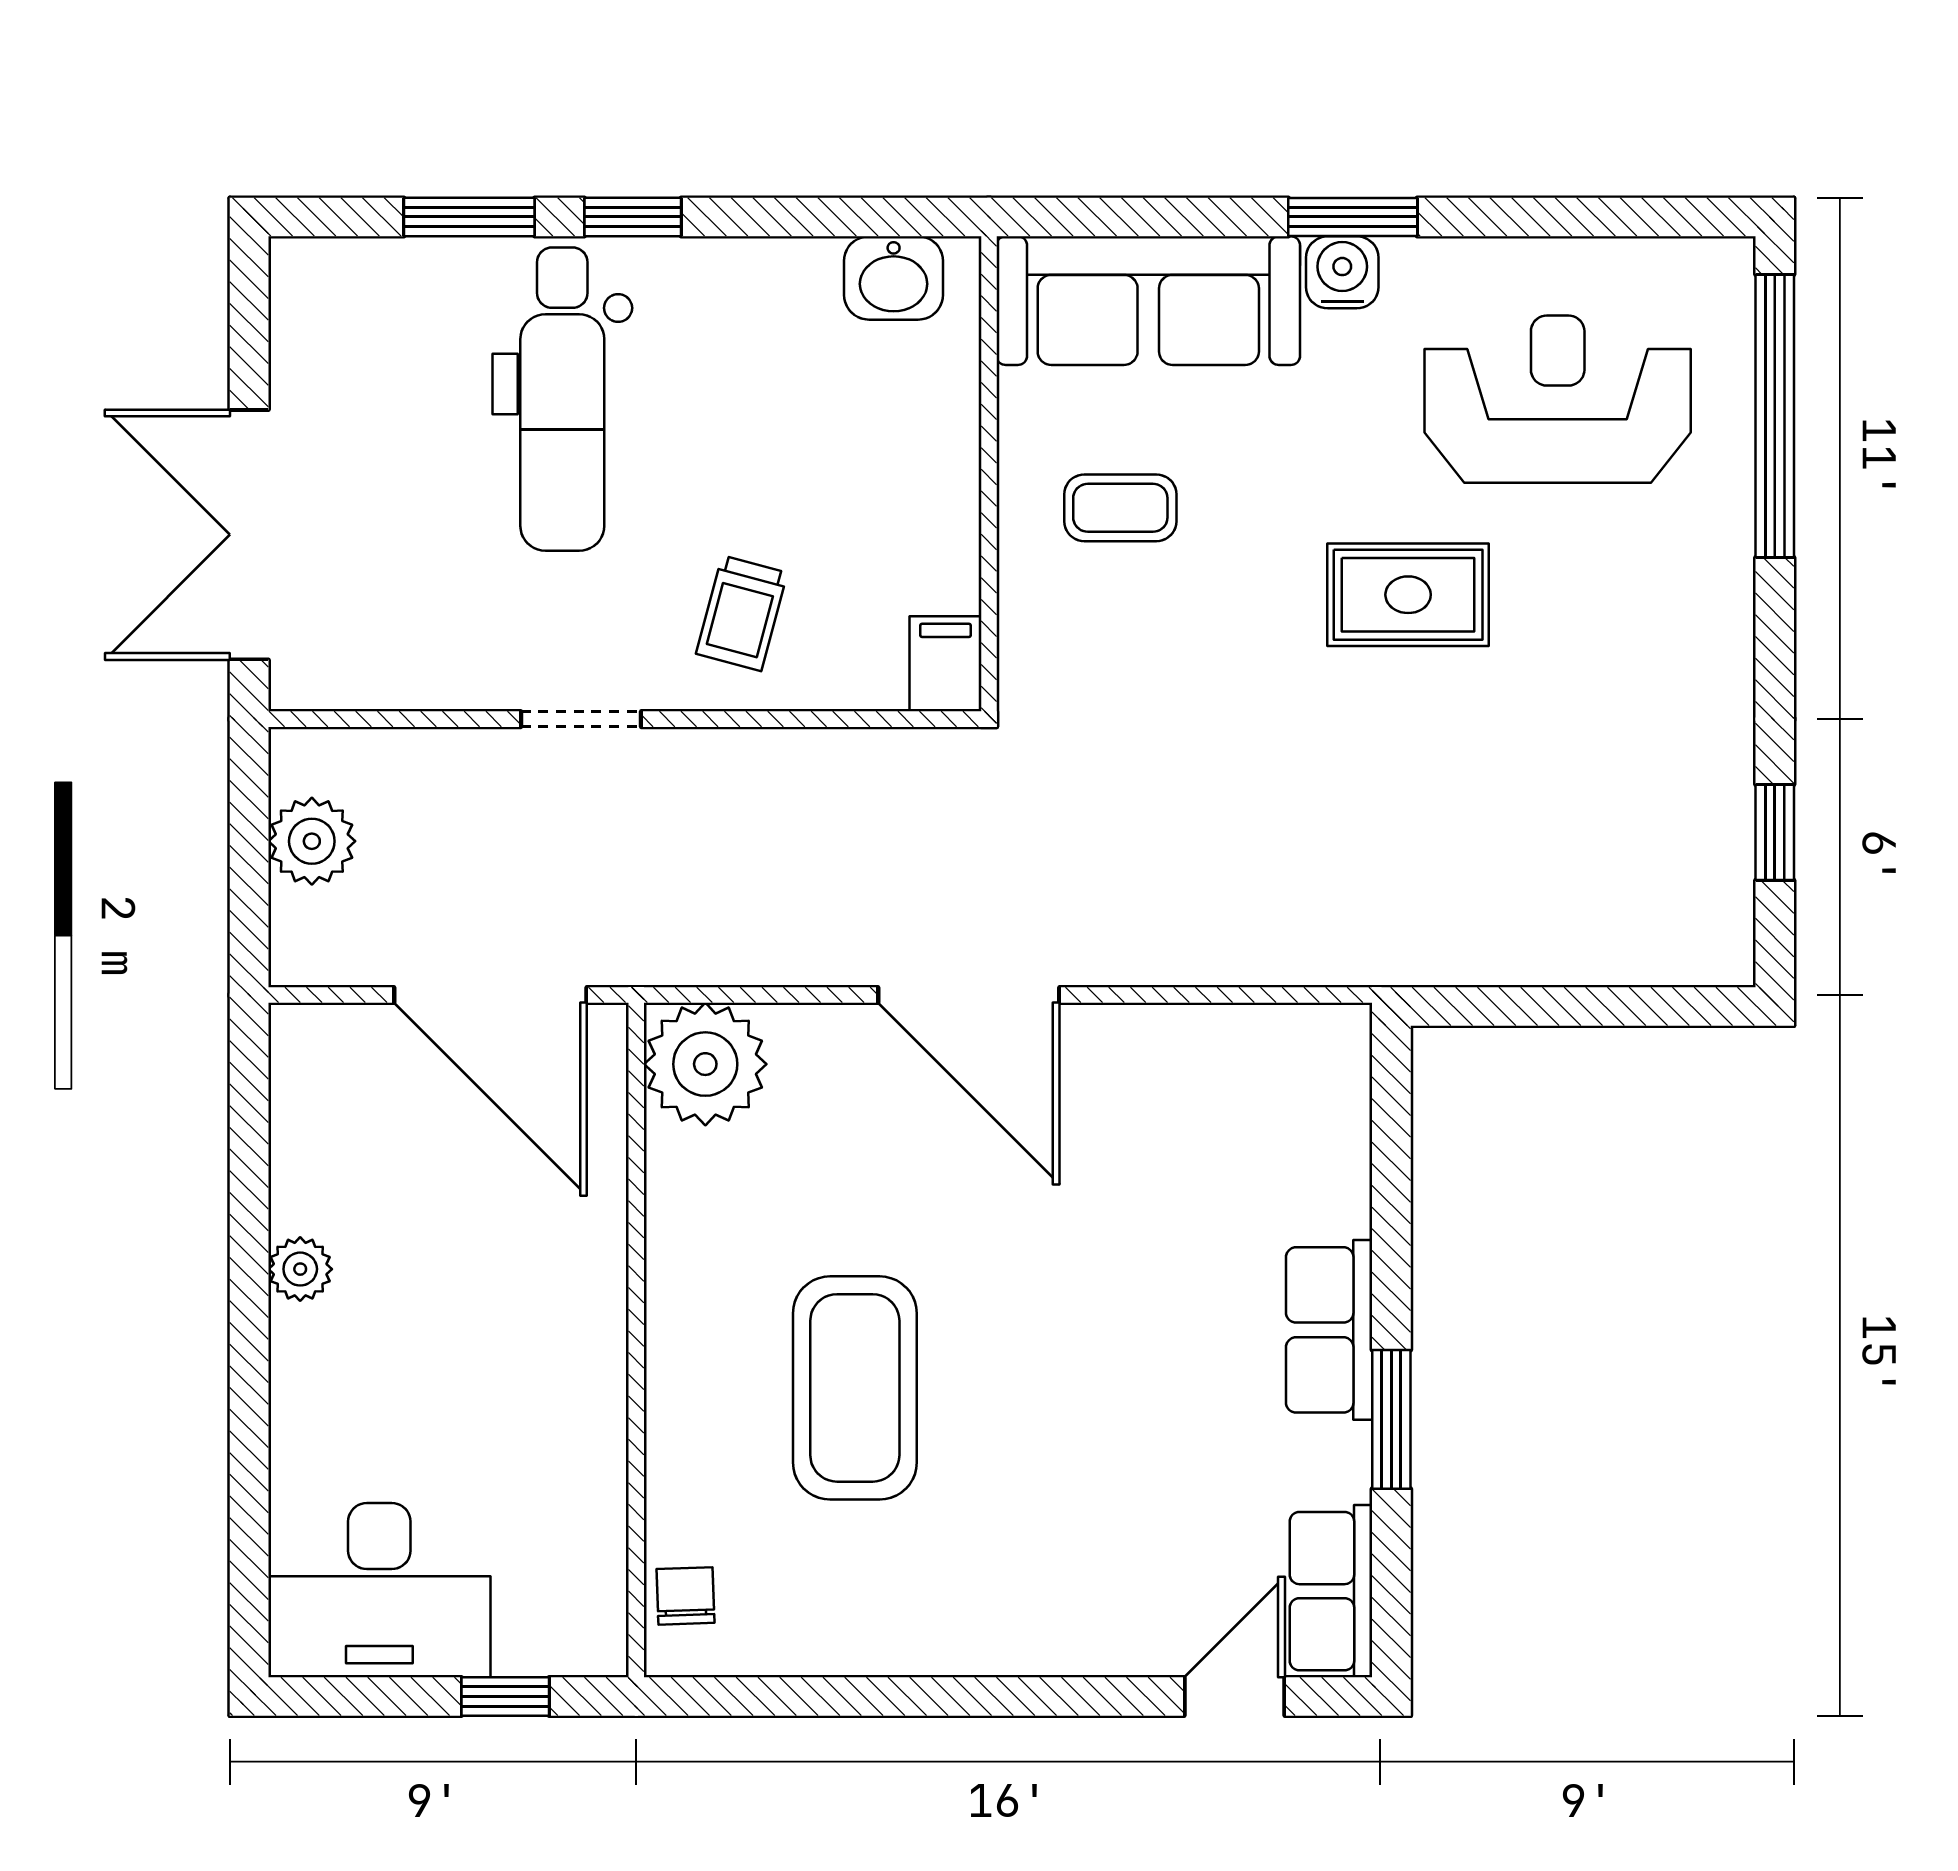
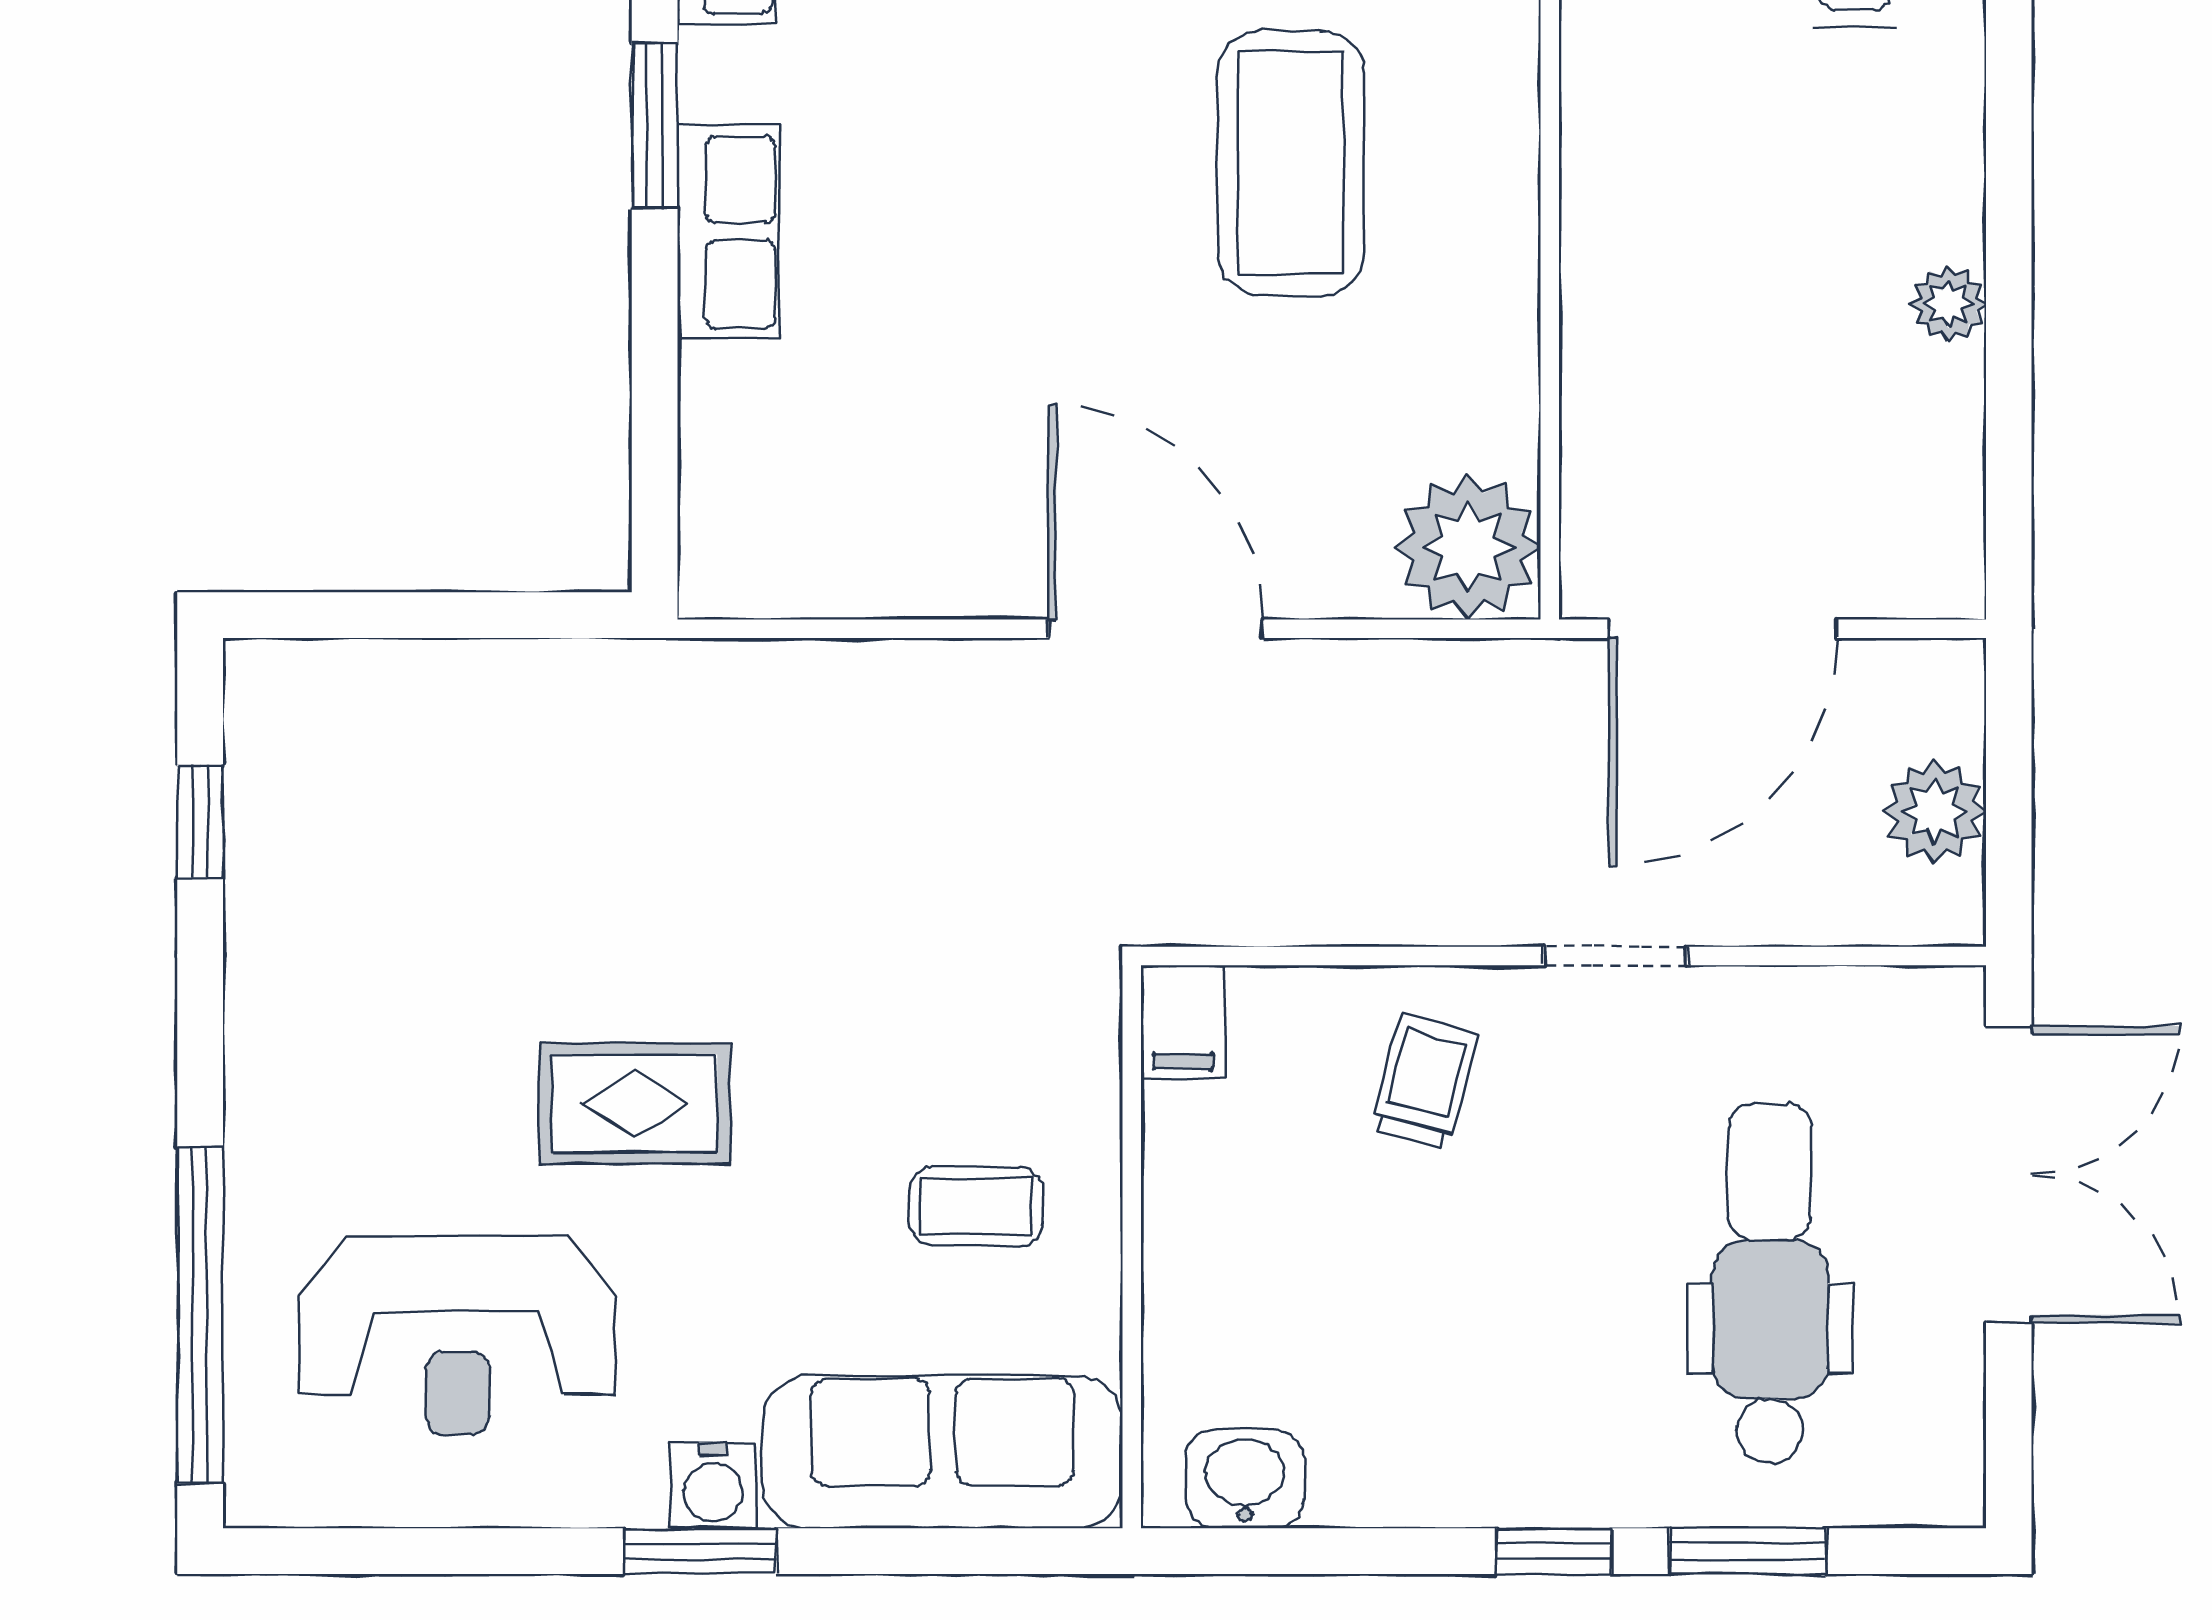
dental chair: (562, 399) -> (1770, 1283), moved
door: (490, 995) -> (1723, 629), swing flipped

